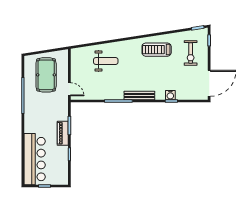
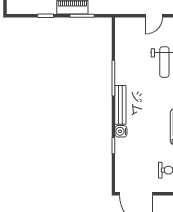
door: (69, 89) -> (154, 16), moved
water cooler: (170, 95) -> (121, 131), moved

